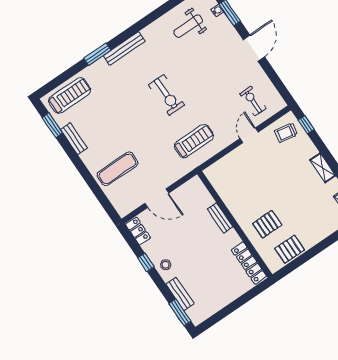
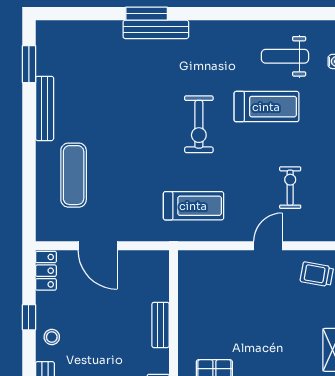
bench: (124, 48) -> (156, 29), moved
treadmill: (70, 95) -> (266, 107), moved
exercise bike: (253, 101) -> (290, 188), moved
bench: (74, 139) -> (45, 108), width x1.36
exercise mat: (118, 169) -> (74, 175), turned 90

